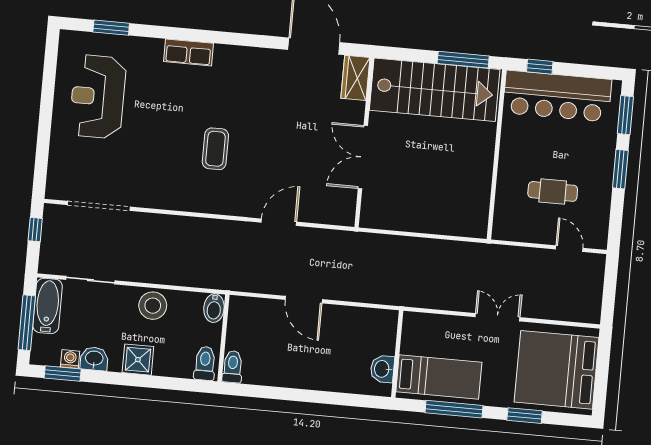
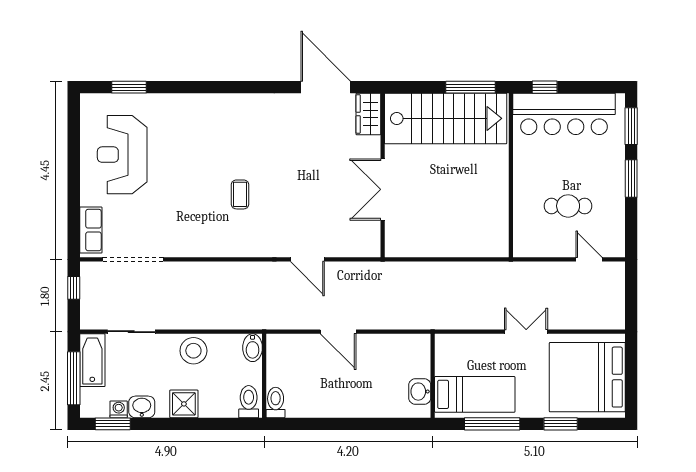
row of seats: (188, 52) -> (91, 230), moved, turned -90
coffee table: (215, 149) -> (240, 194), width x0.73, depth x0.77
door: (279, 222) -> (307, 259), swing flipped

